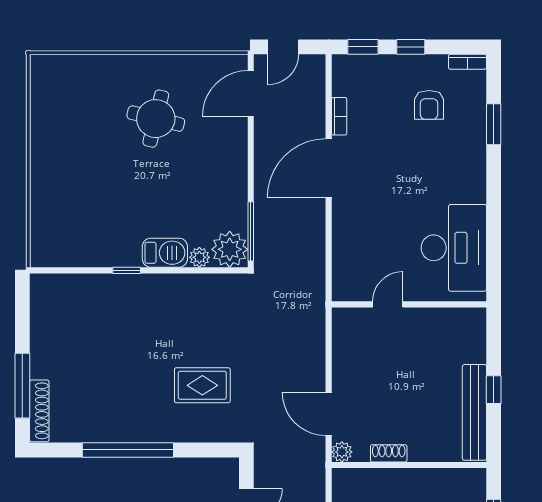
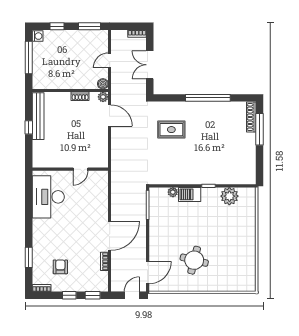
plant: (230, 249) -> (229, 196), moved
boiler: (342, 479) -> (103, 84), added

